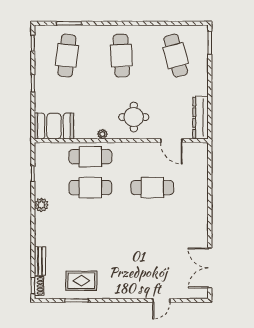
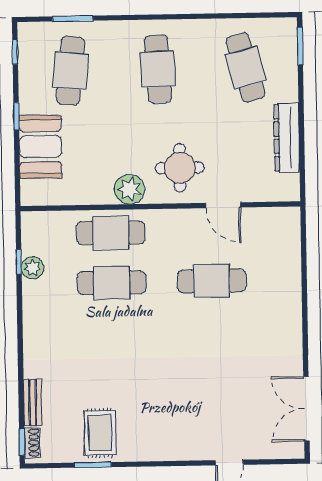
dresser: (201, 118) -> (287, 138), moved
booth: (54, 126) -> (40, 147), moved, turned 90
plant: (102, 134) -> (130, 189), width x1.87, depth x1.87
door: (171, 141) -> (223, 205), moved
plant: (41, 205) -> (33, 268), moved
rug: (81, 281) -> (100, 433), turned 90

